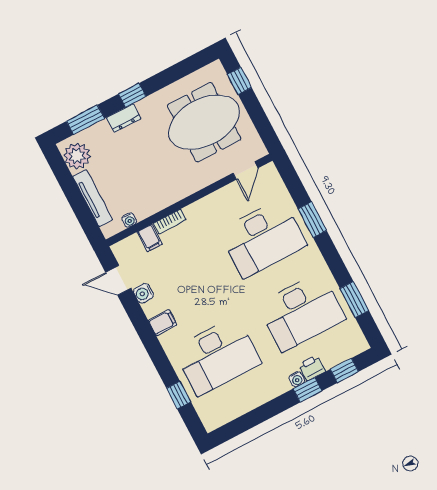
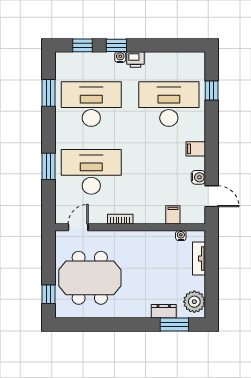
window: (132, 95) -> (131, 325), removed
dresser: (124, 118) -> (164, 311), moved
tv unit: (93, 198) -> (199, 258), width x0.71
bookcase: (170, 222) -> (120, 219), moved
printer: (312, 368) -> (136, 60), moved

